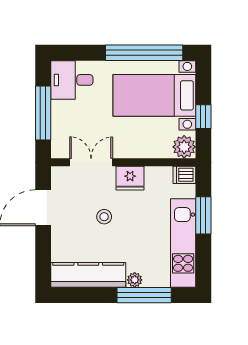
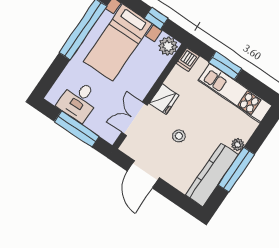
desk: (72, 80) -> (79, 101), moved
window: (144, 295) -> (236, 170), moved

